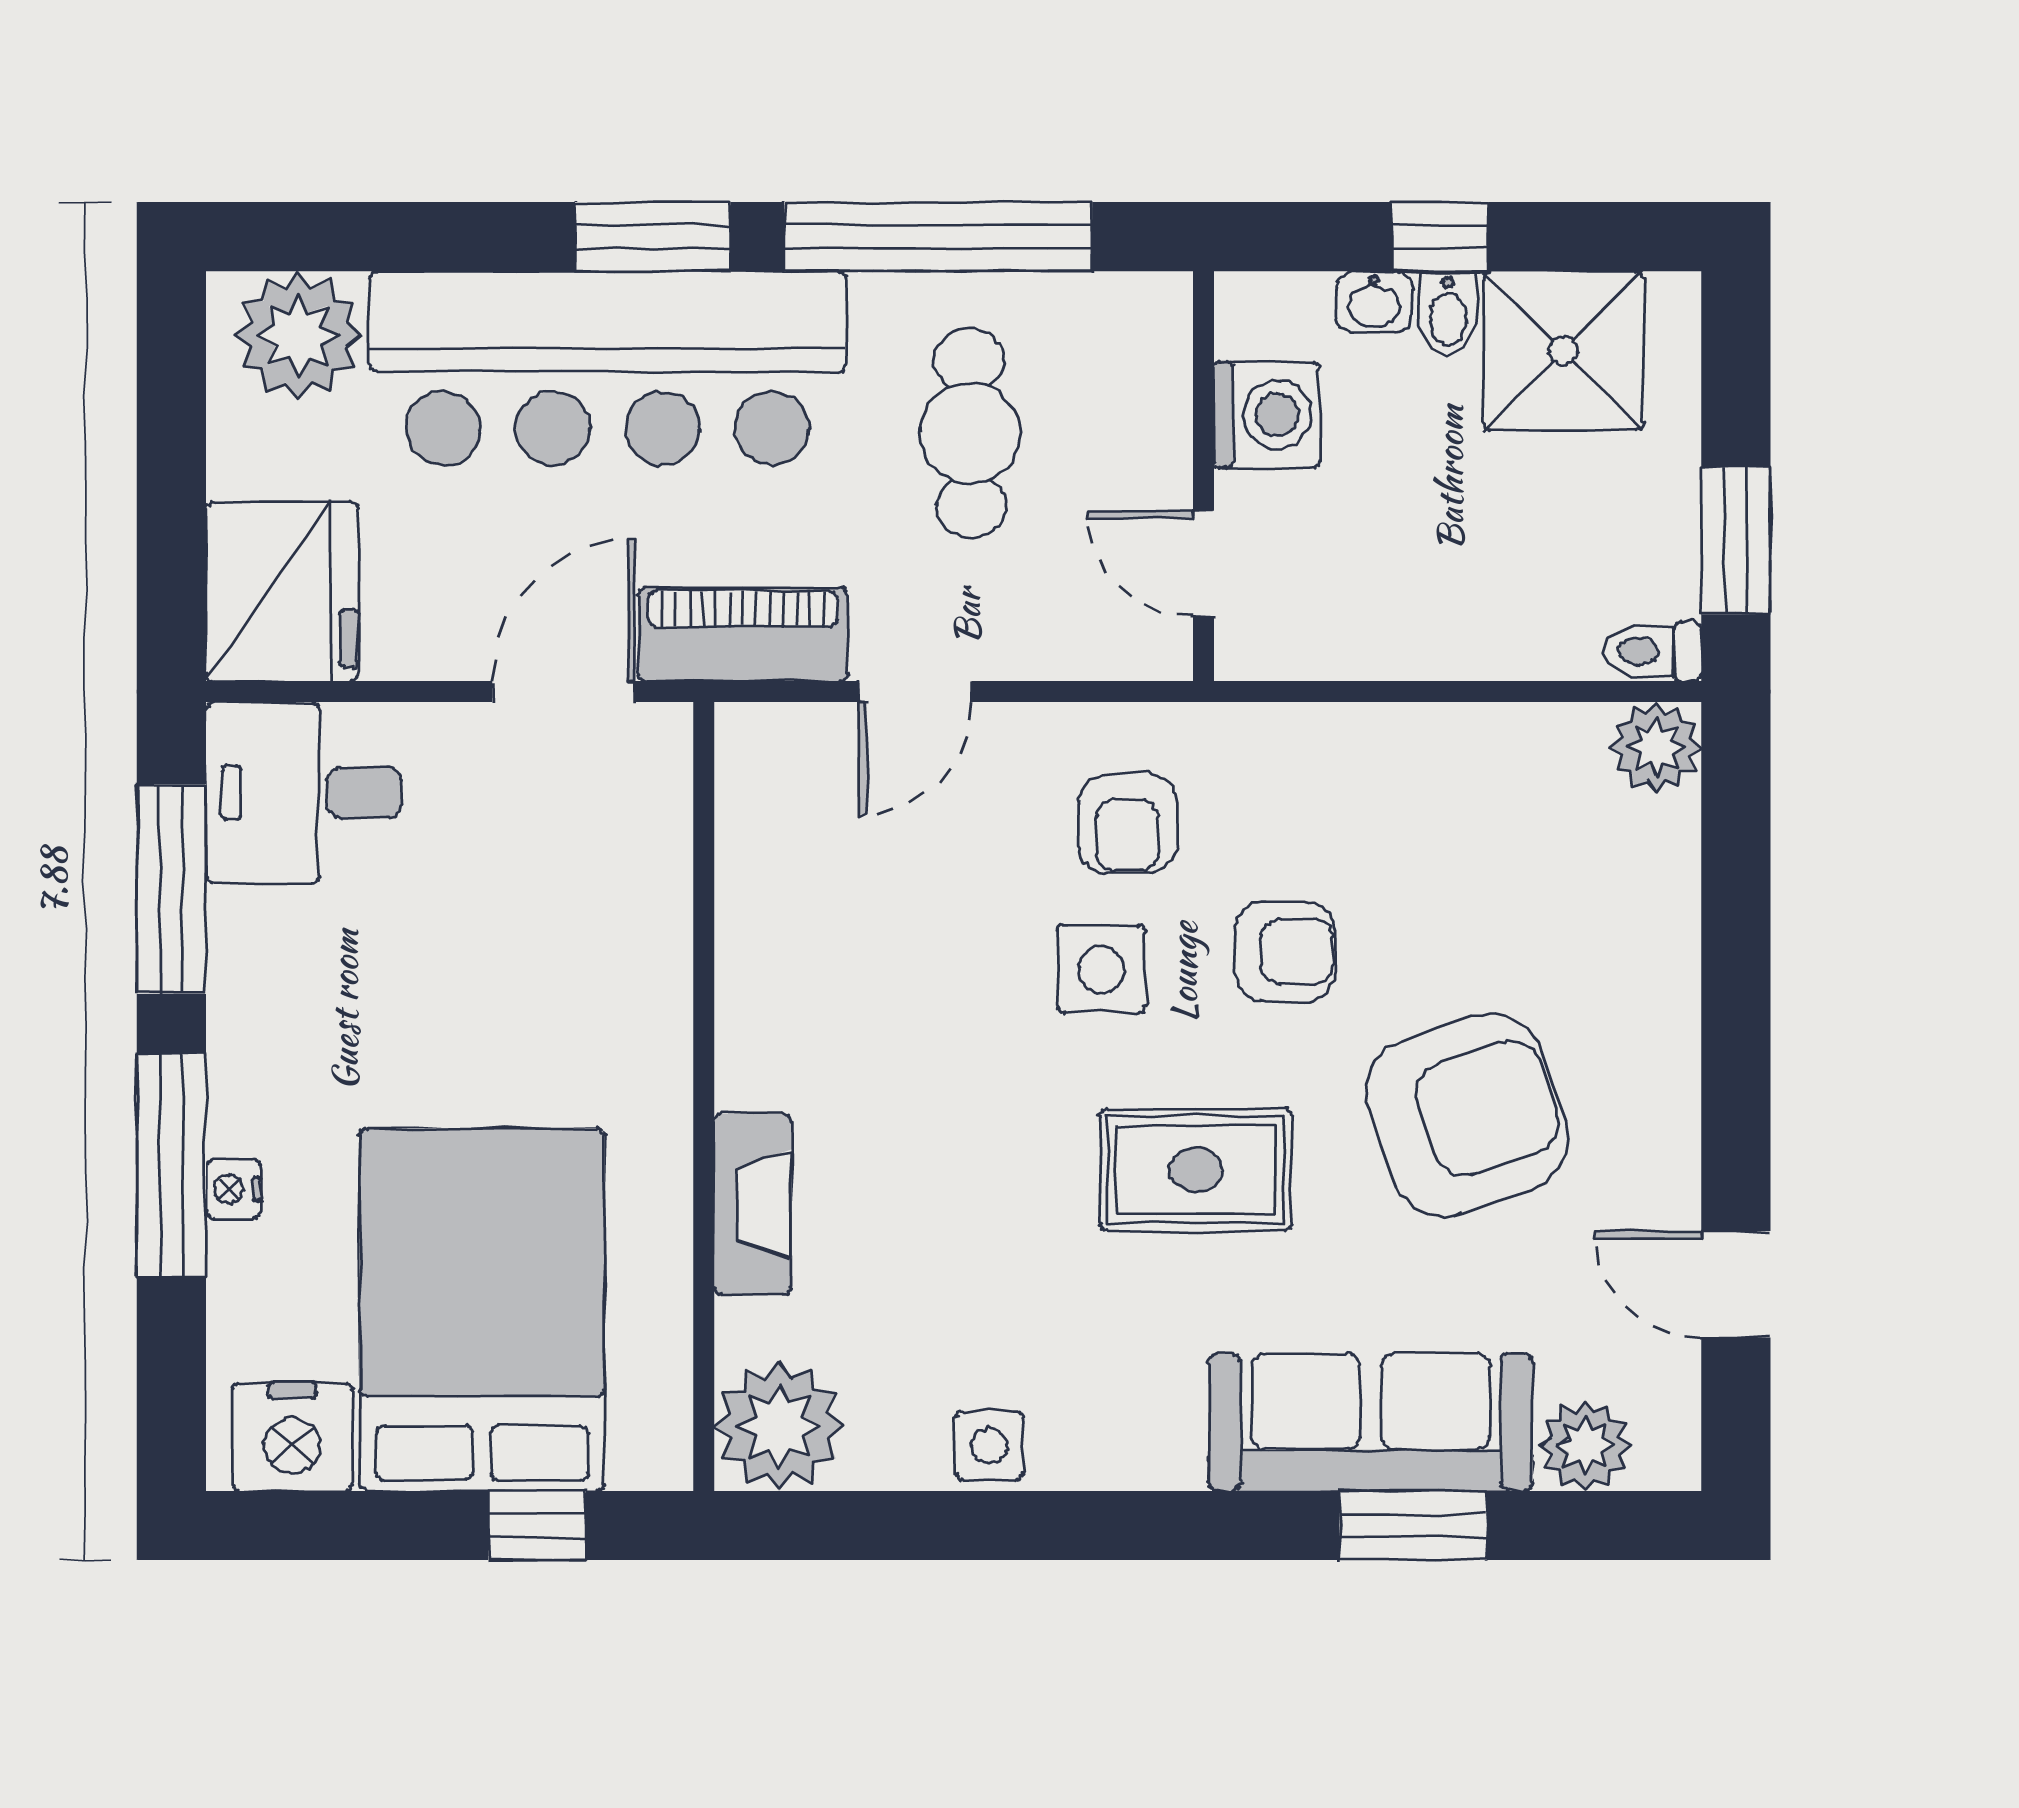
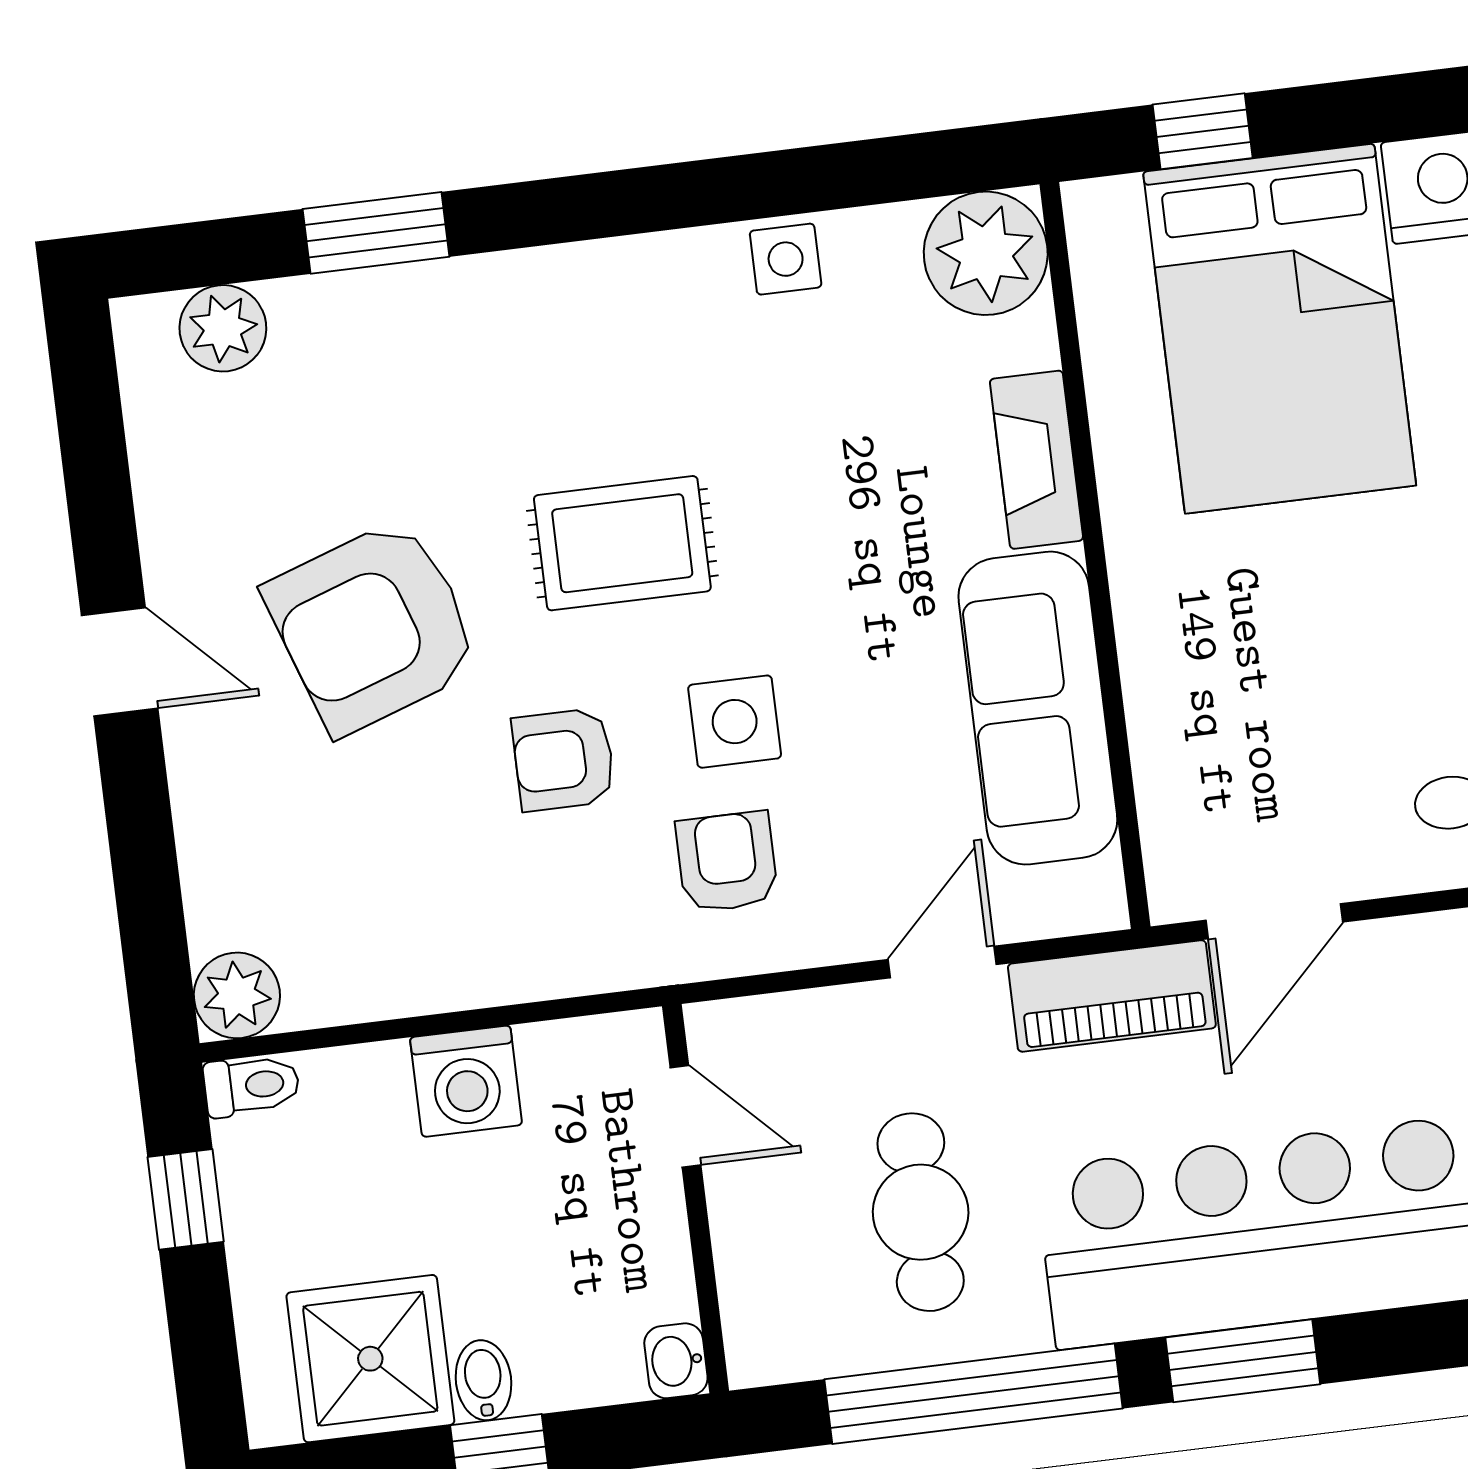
washbasin: (1374, 302) -> (676, 1361), moved, turned -90
washing machine: (1267, 415) -> (466, 1081), moved, turned -90
window: (1736, 541) -> (186, 1199), width x0.67
door: (1736, 1284) -> (120, 662), moved
sofa: (1371, 1422) -> (1038, 708), moved, turned 90

